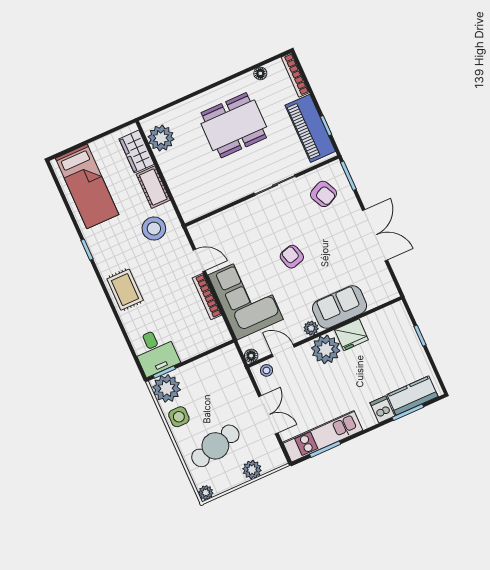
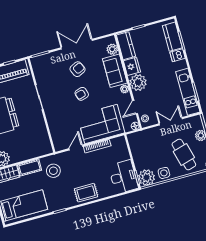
armchair: (323, 194) -> (78, 69), moved
plant: (375, 297) -> (112, 49), added
kitchen counter: (385, 319) -> (126, 46), added
desk: (155, 352) -> (123, 177), width x1.37

